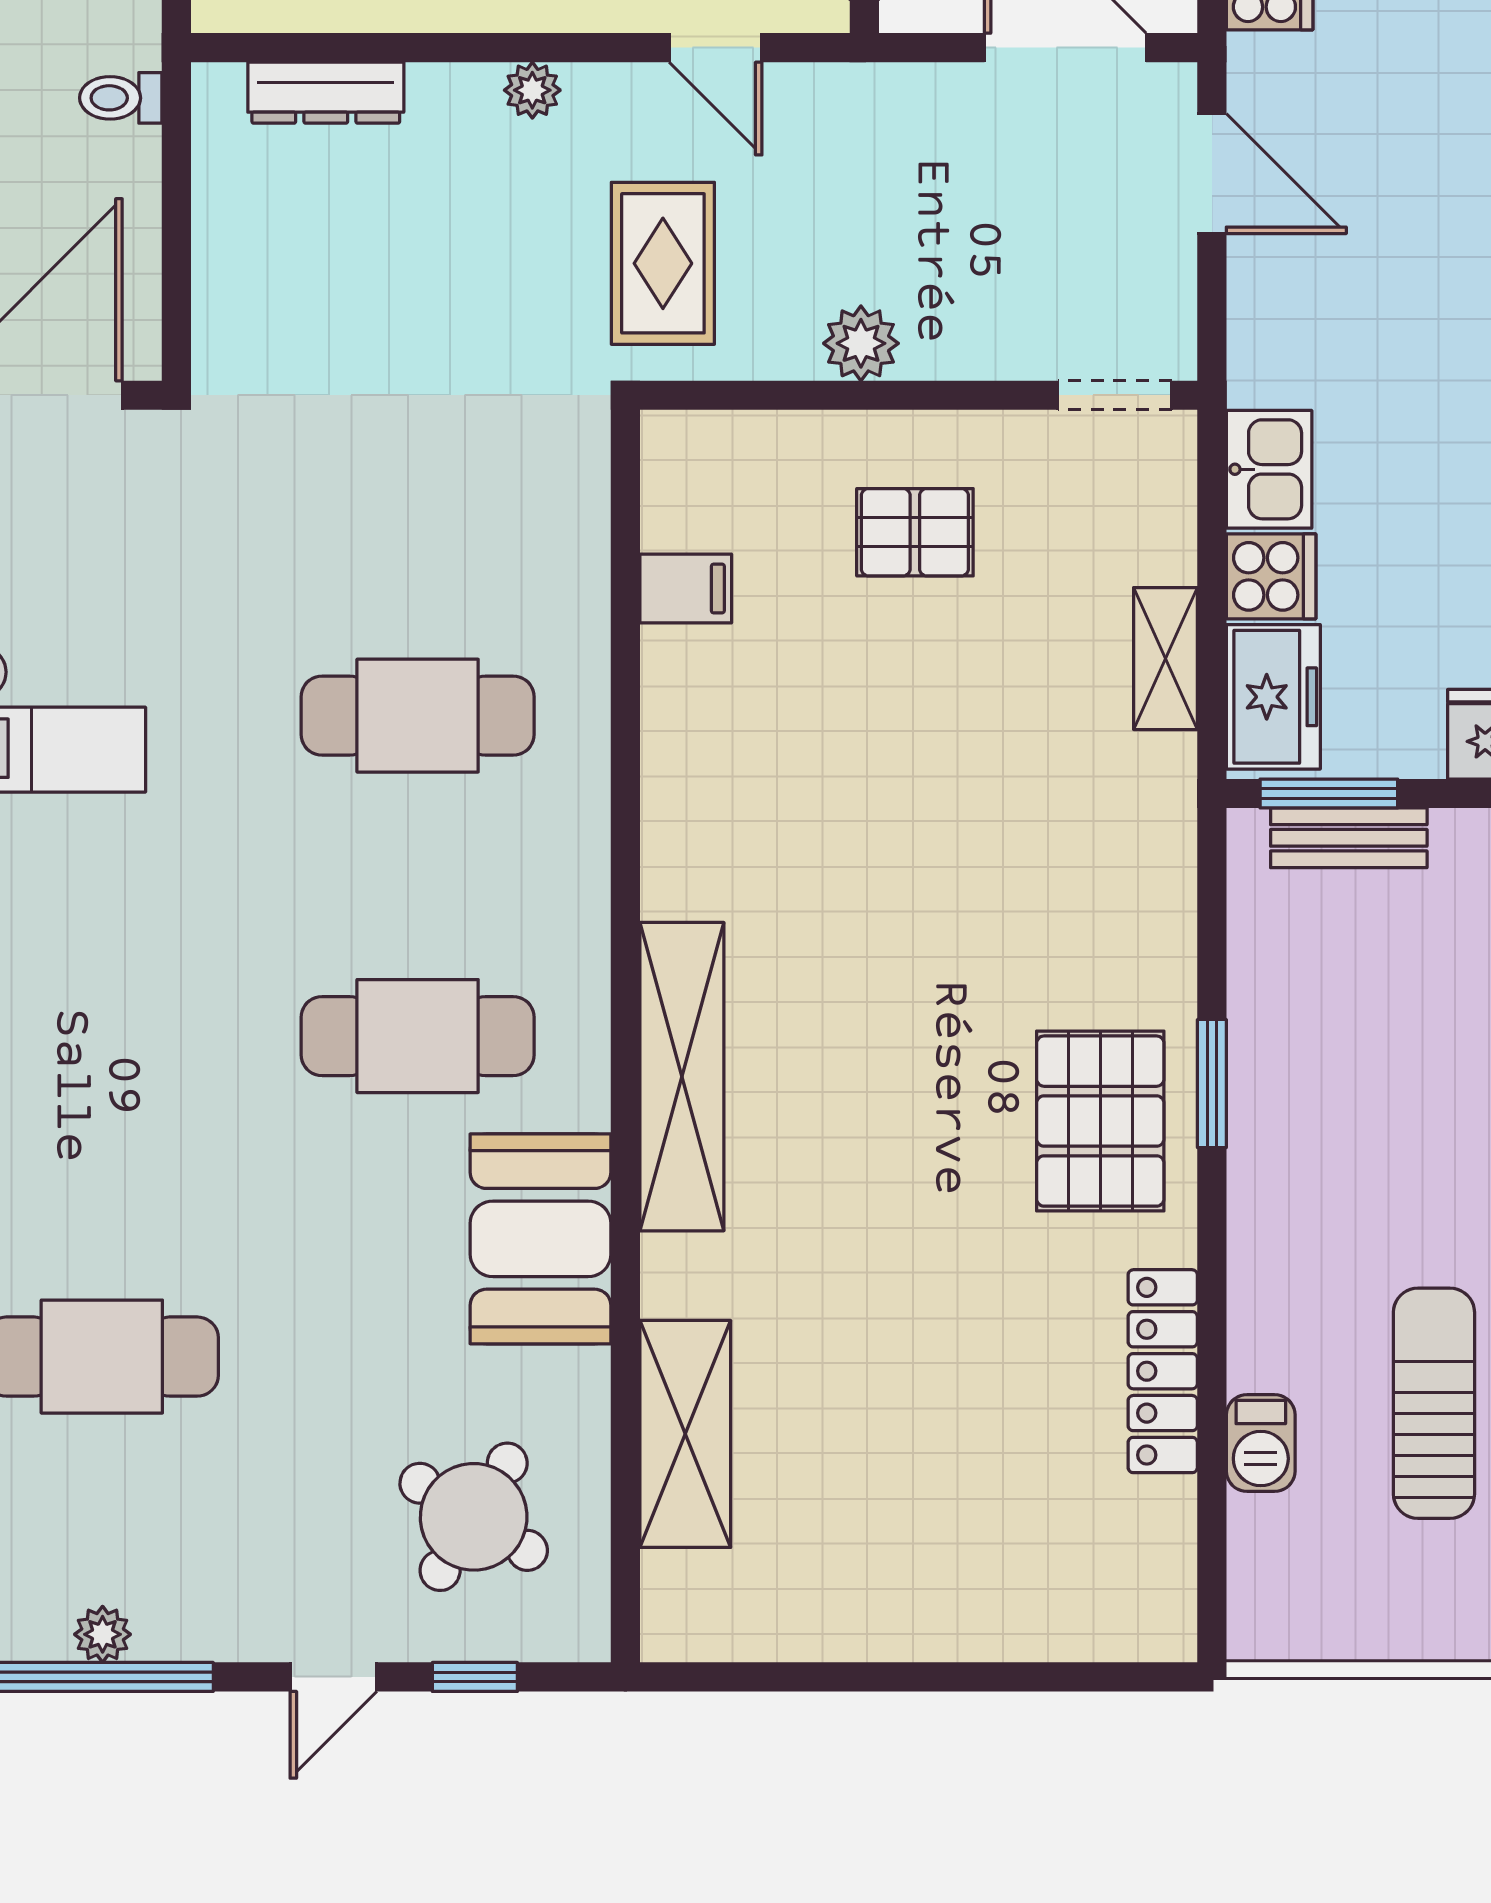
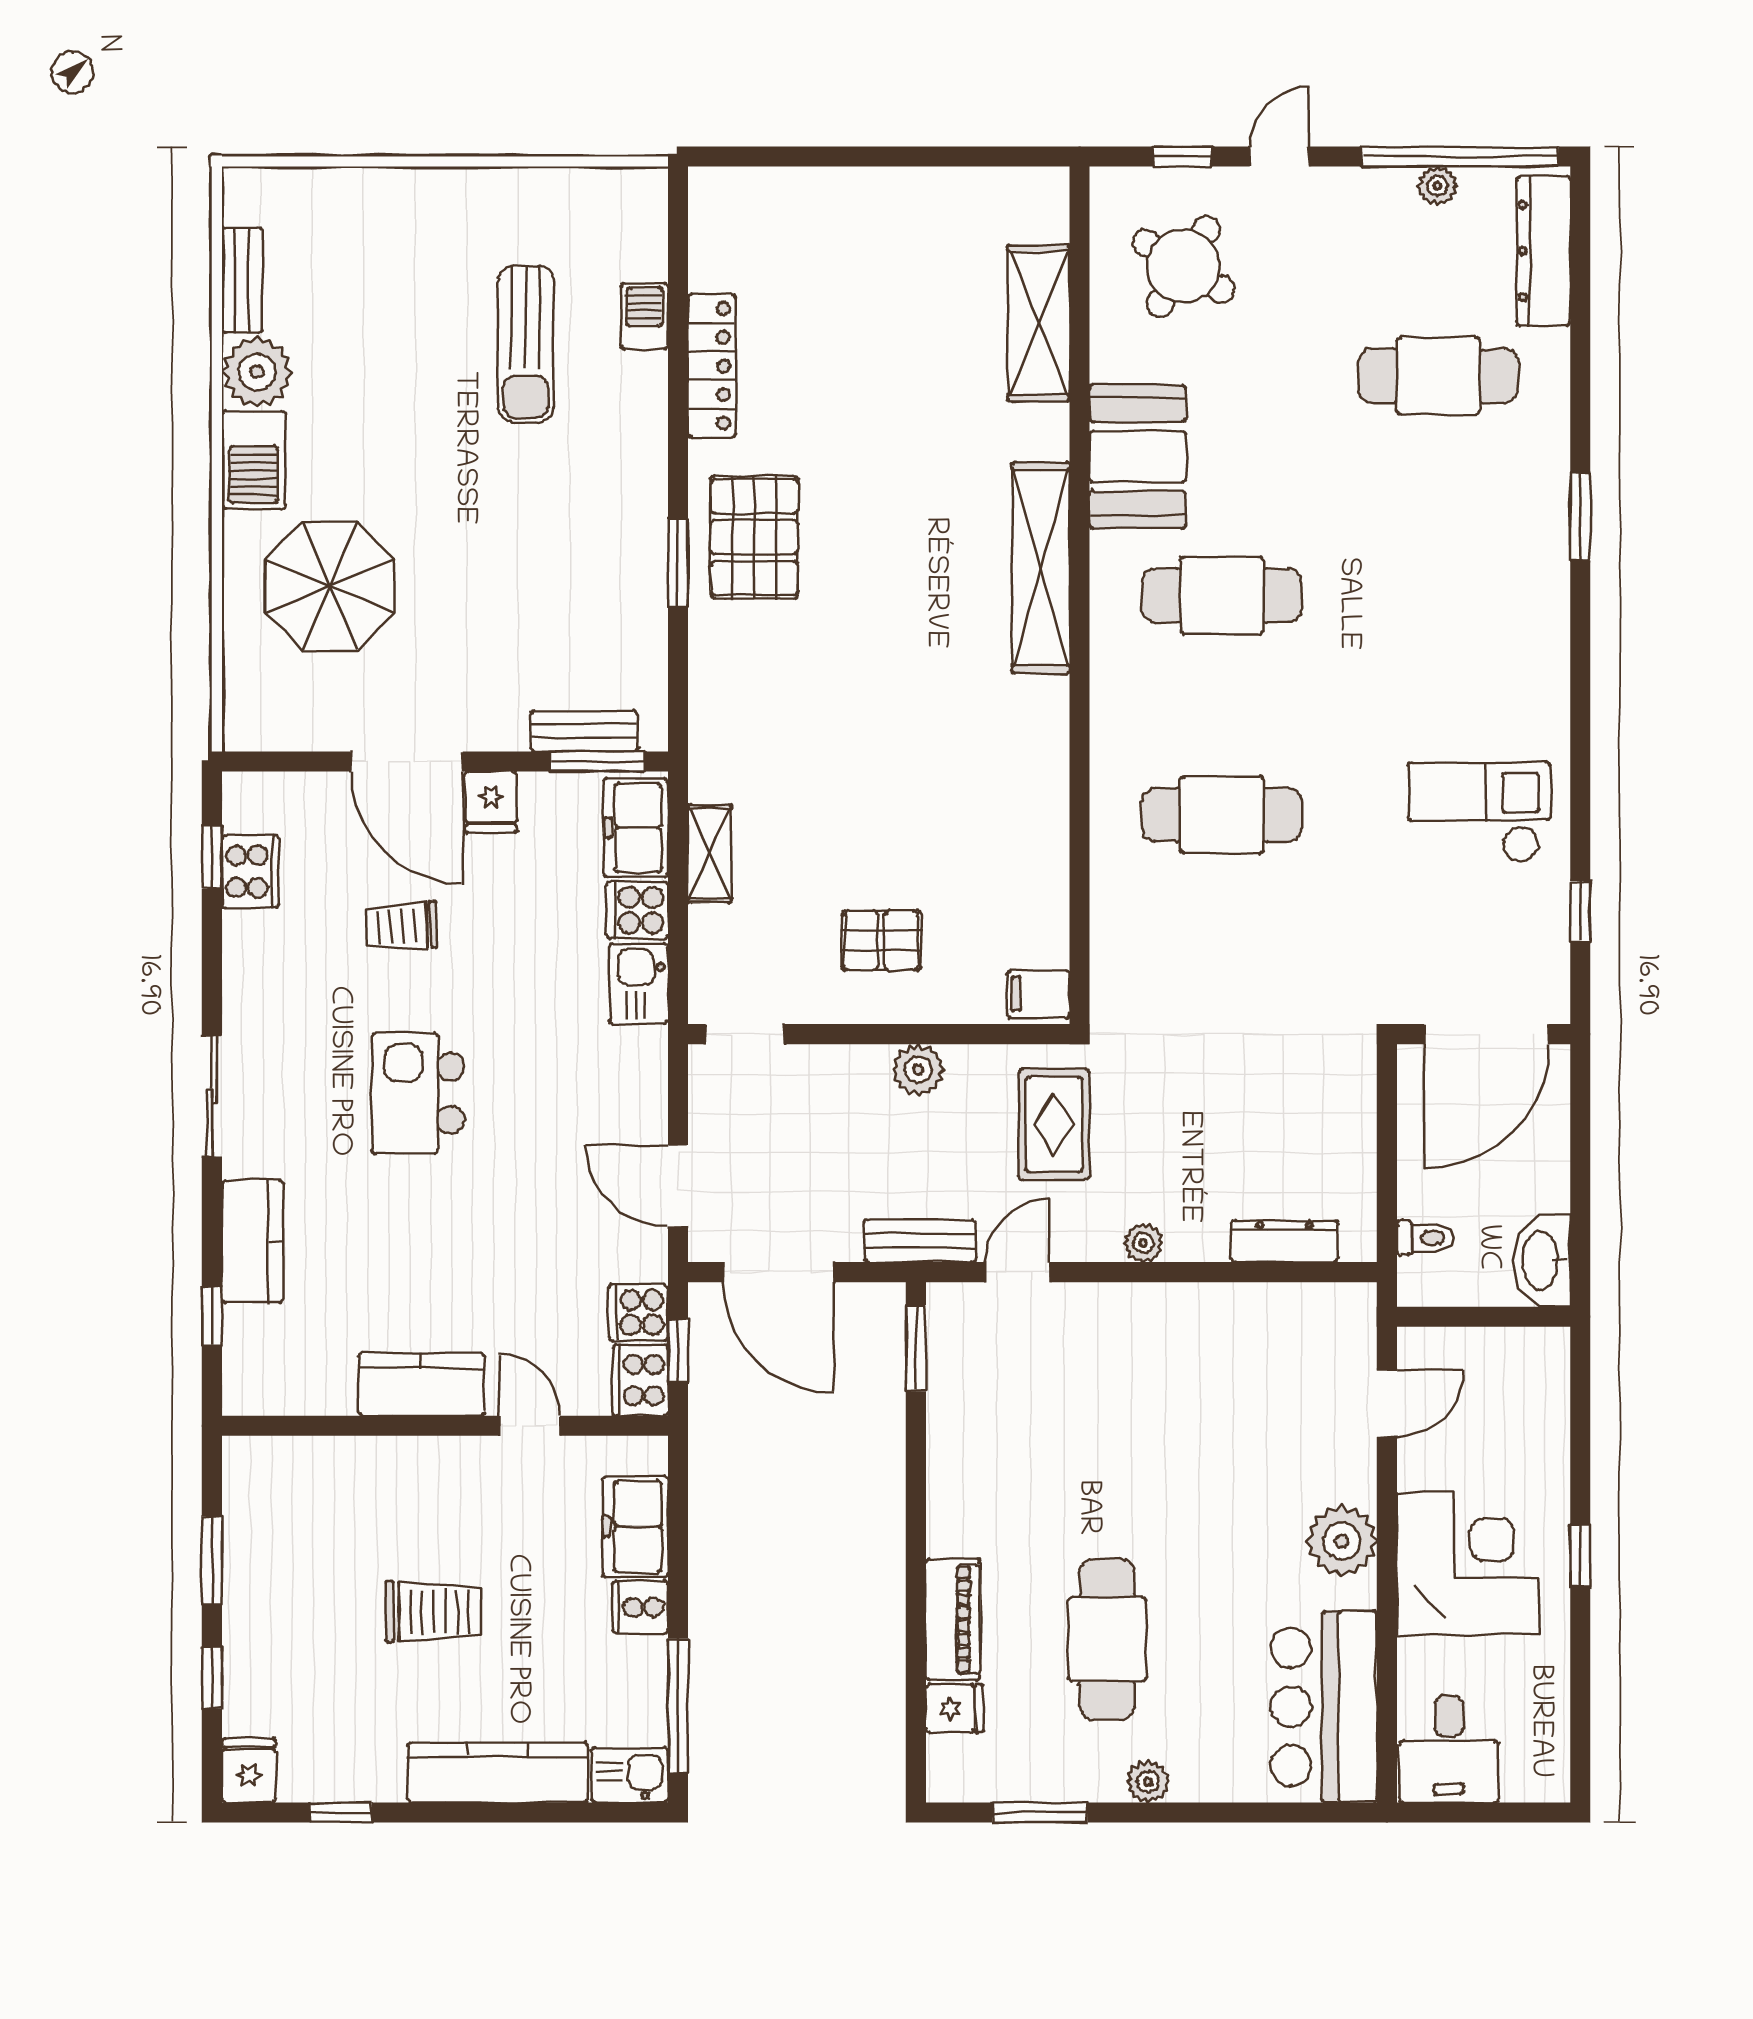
door: (716, 48) -> (1018, 1272), hinge flipped
bench: (859, 93) -> (920, 1241), added
filing cabinet: (686, 589) -> (1038, 994), moved

